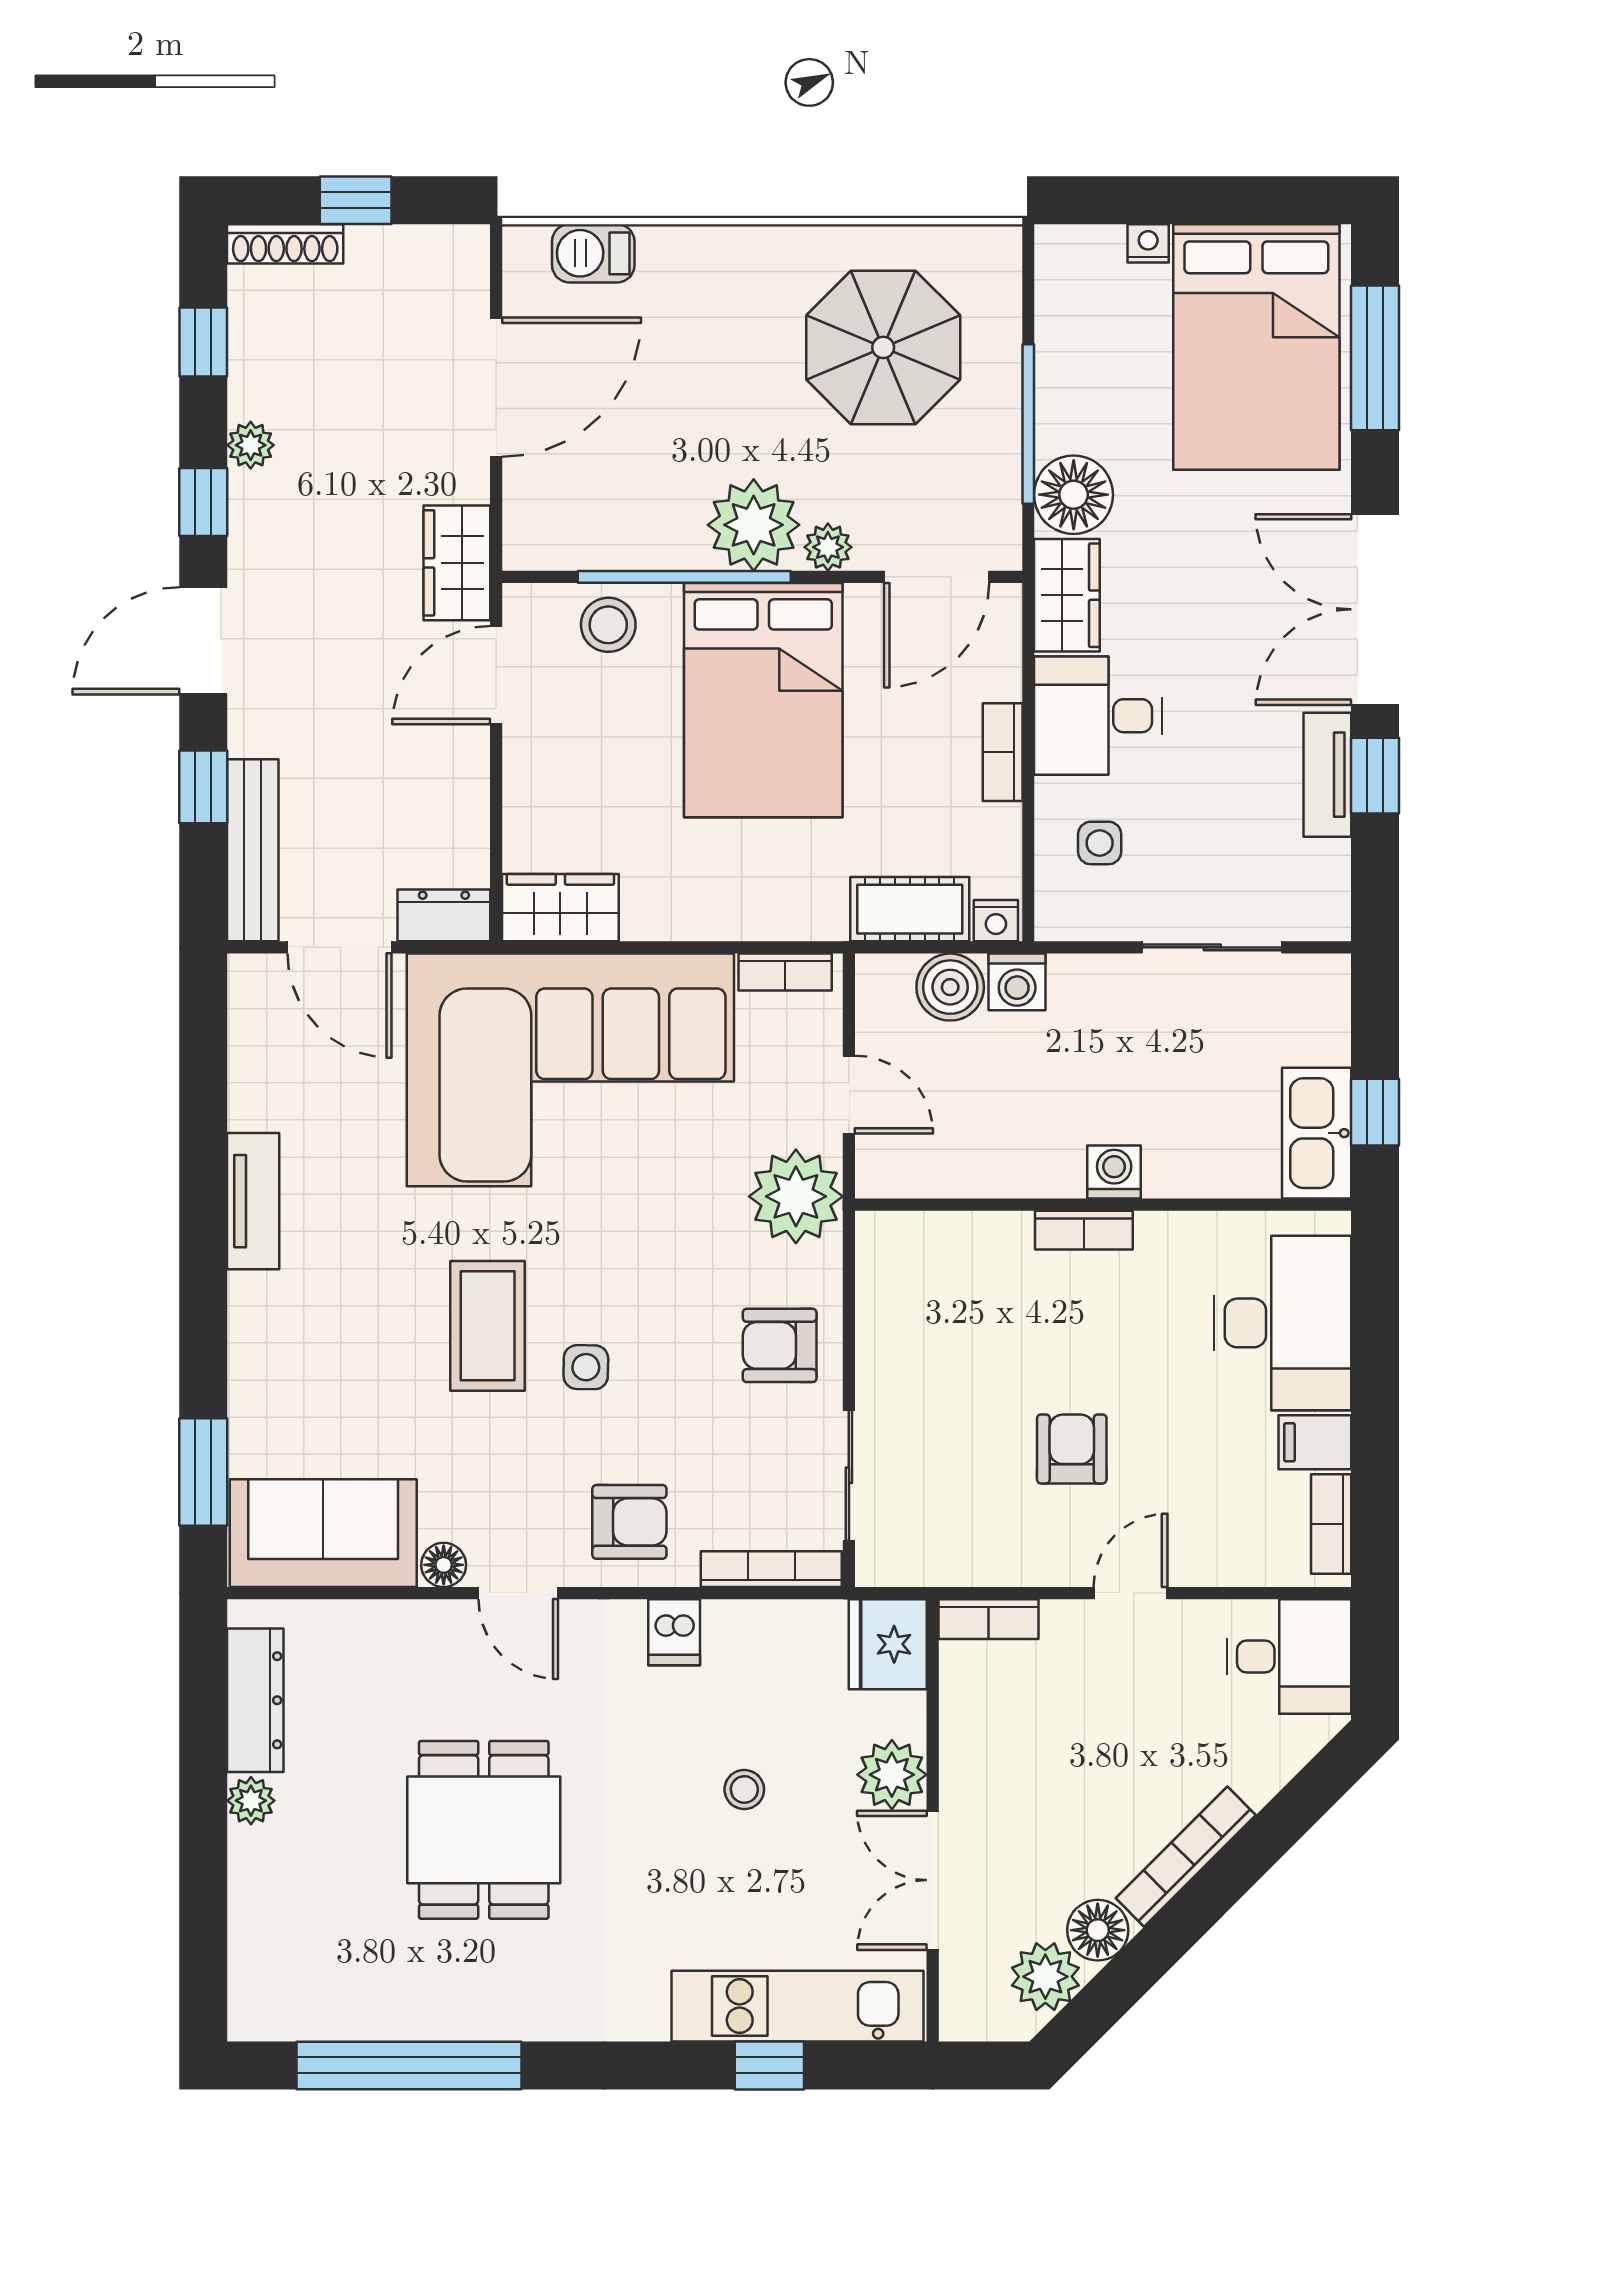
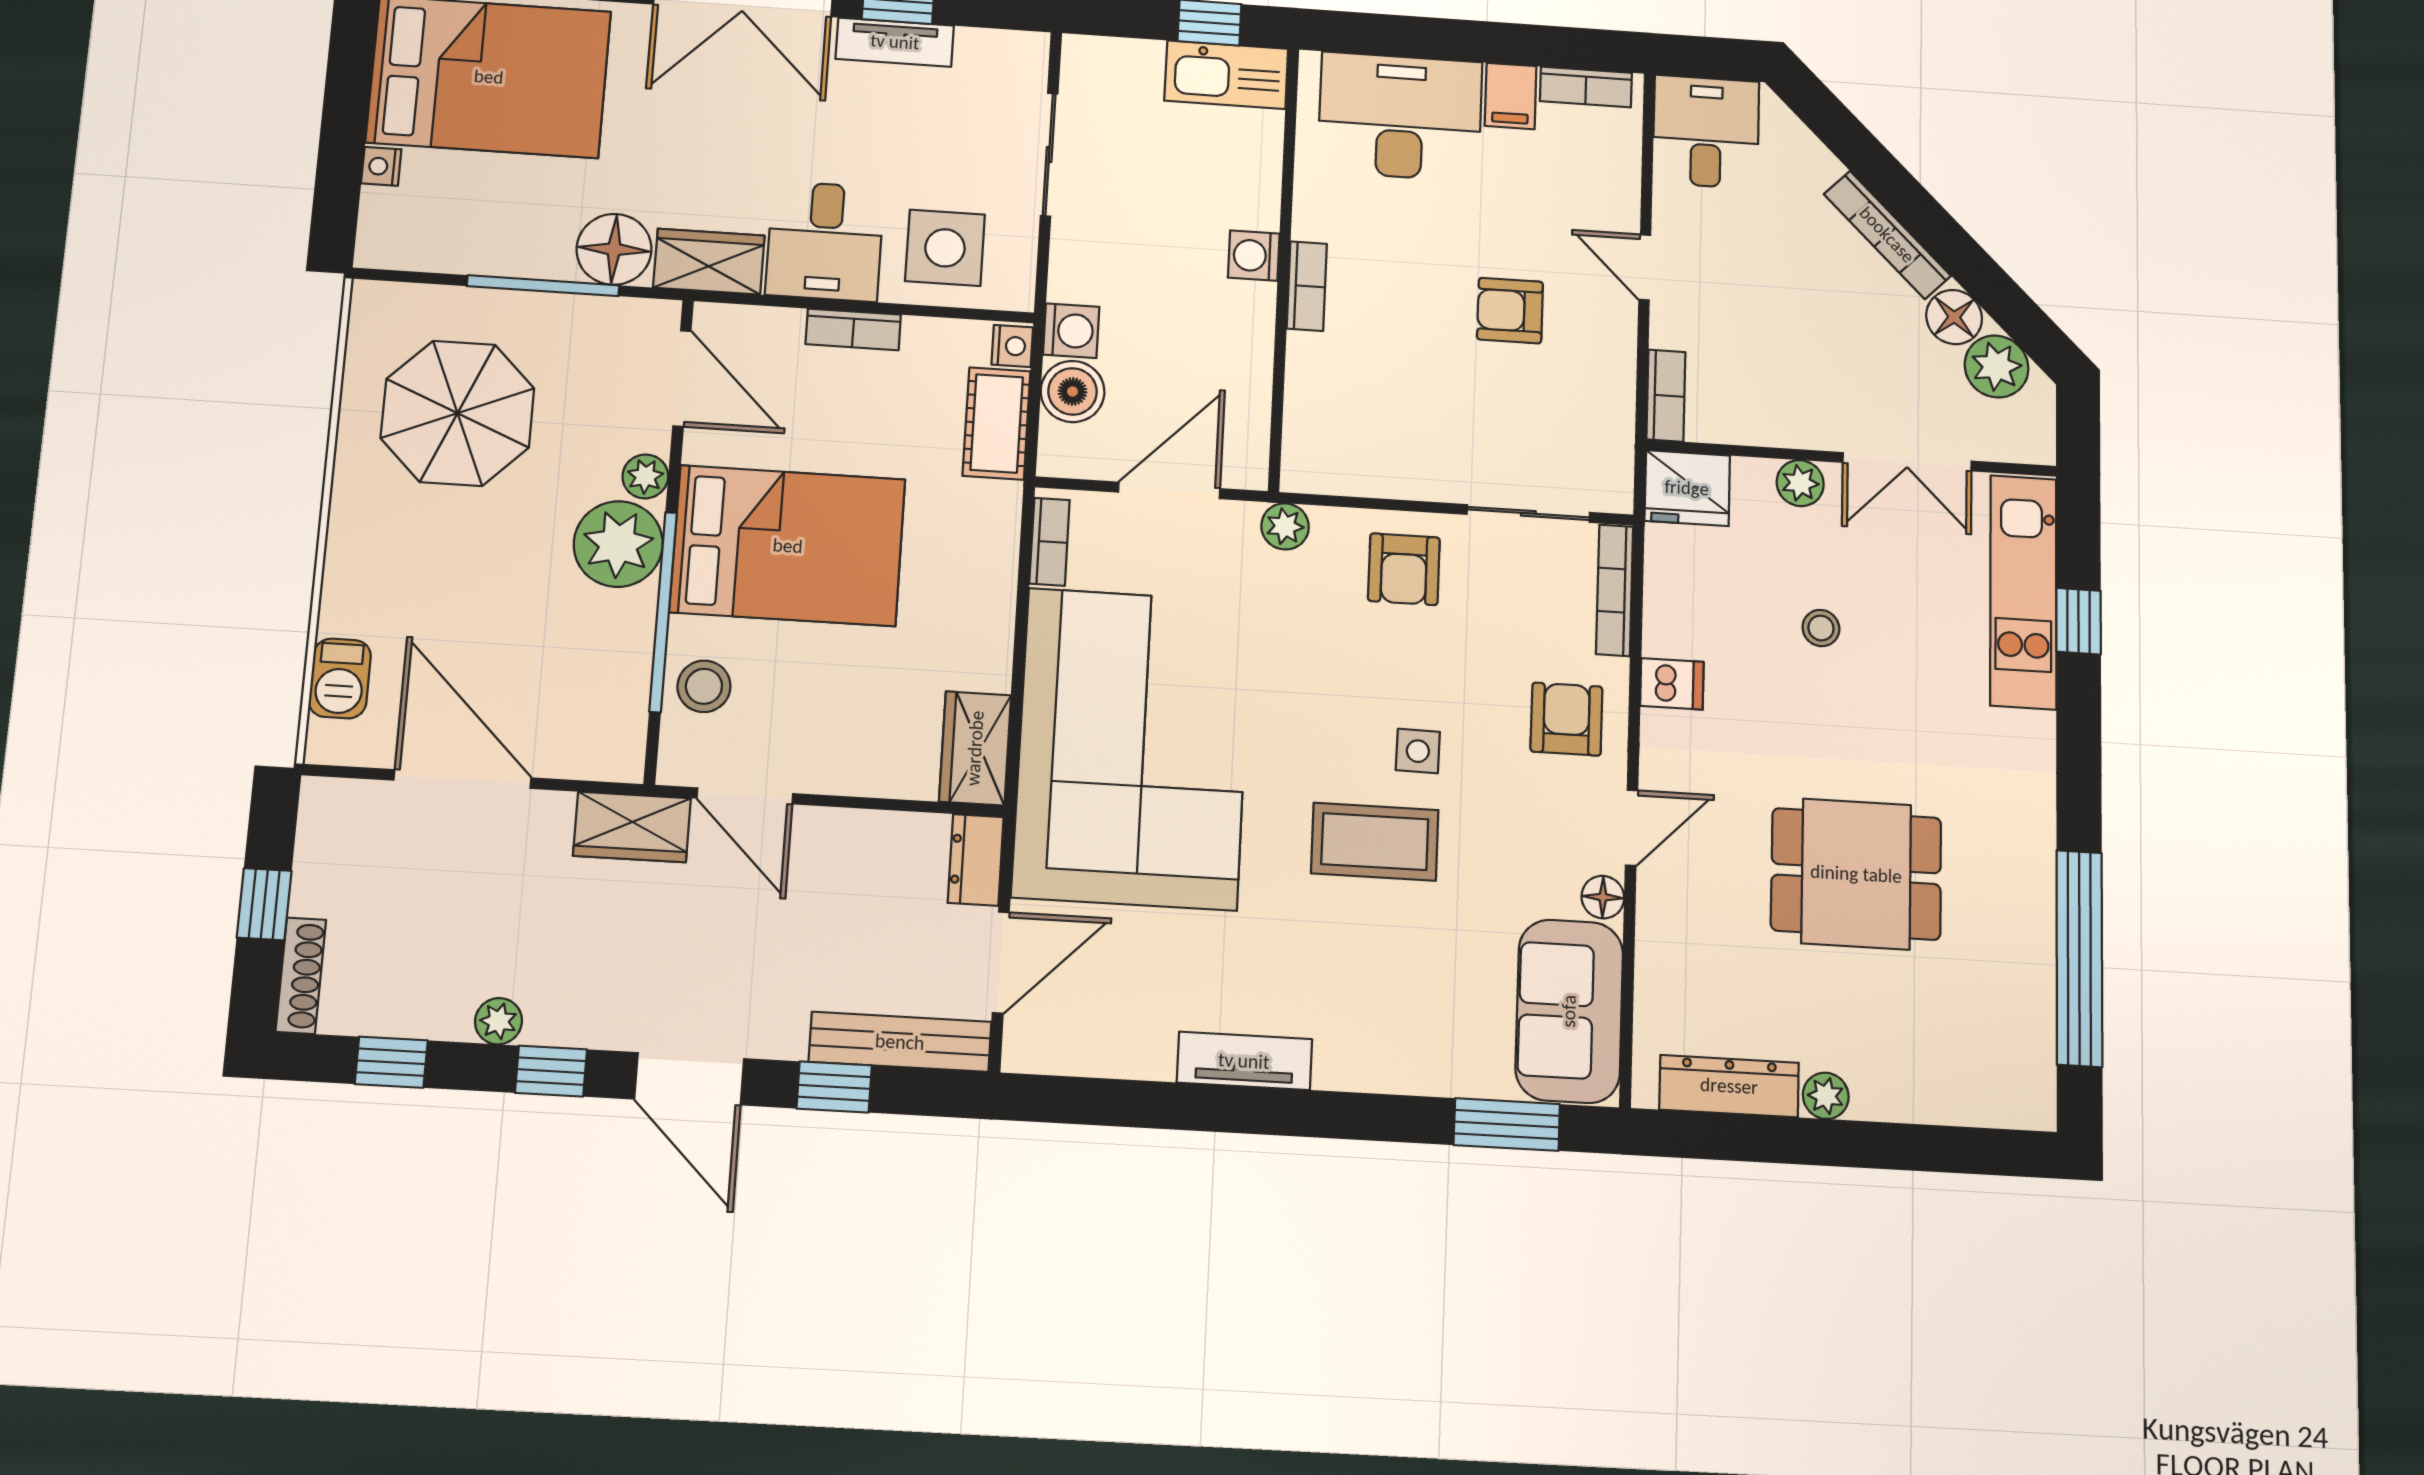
side table: (1100, 843) -> (945, 248), width x1.87, depth x1.87
door: (849, 1095) -> (1169, 490), width x1.38
plant: (796, 1196) -> (1285, 526), width x0.53, depth x0.53
plant: (892, 1775) -> (1800, 483), width x0.73, depth x0.73

